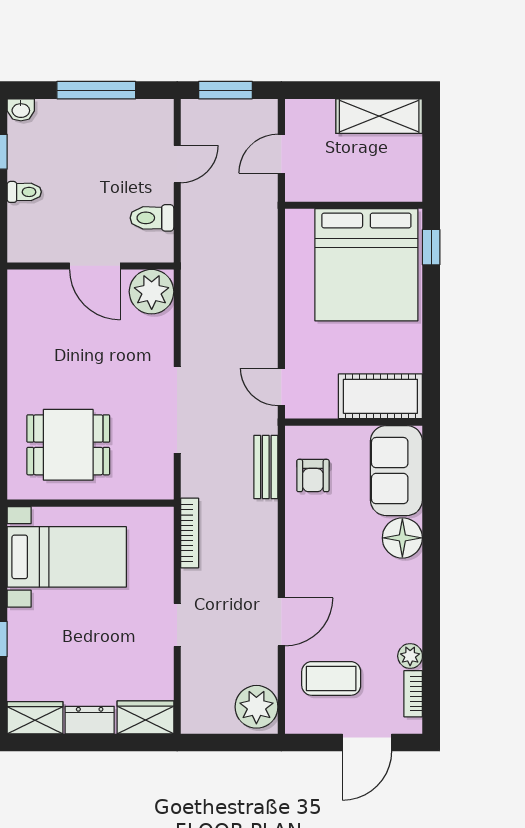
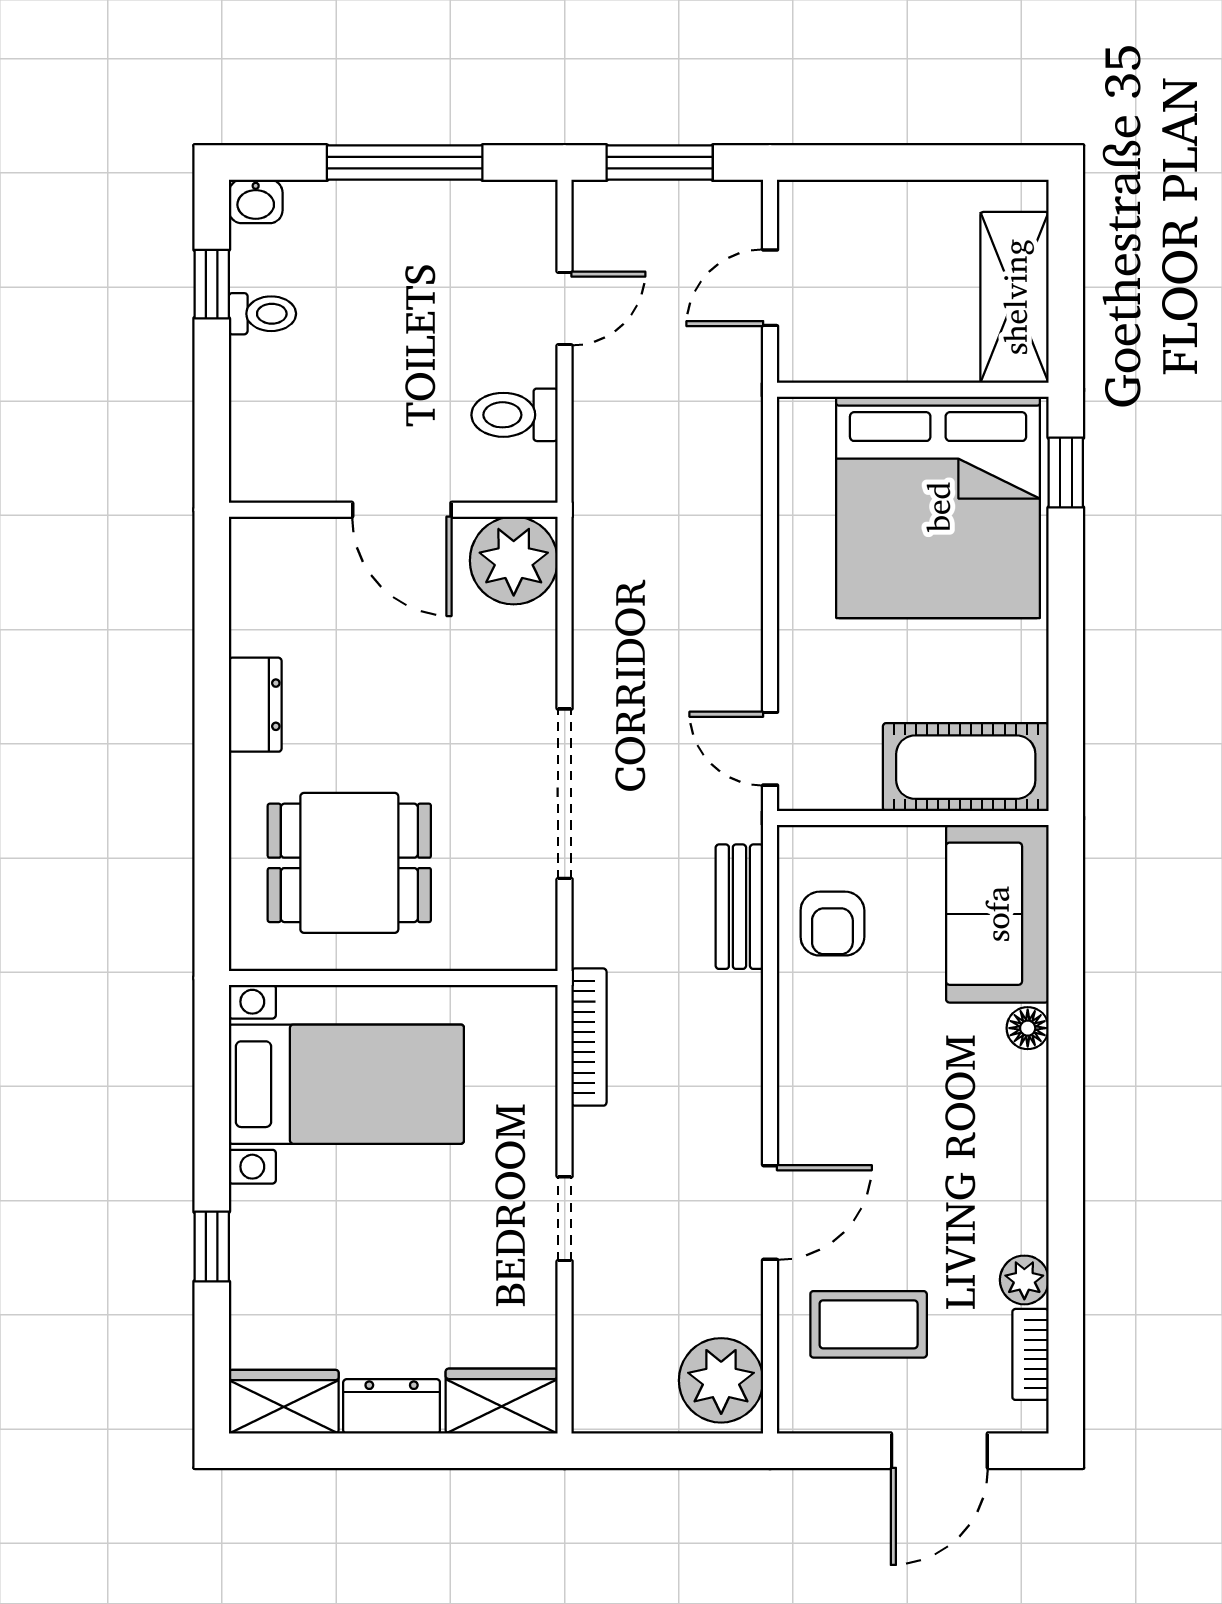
shelving: (379, 116) -> (1015, 297), moved, turned 90
toilet: (24, 192) -> (262, 314), moved
dresser: (21, 365) -> (255, 705), added
floor lamp: (402, 538) -> (1028, 1028), width x0.53, depth x0.53

